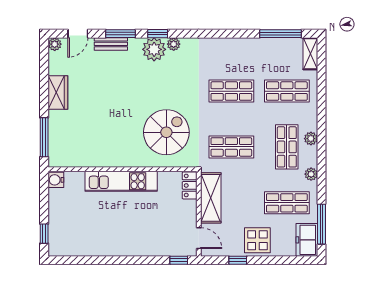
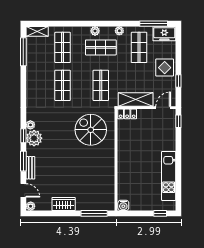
kitchen unit: (121, 181) -> (169, 176), moved, turned 180

